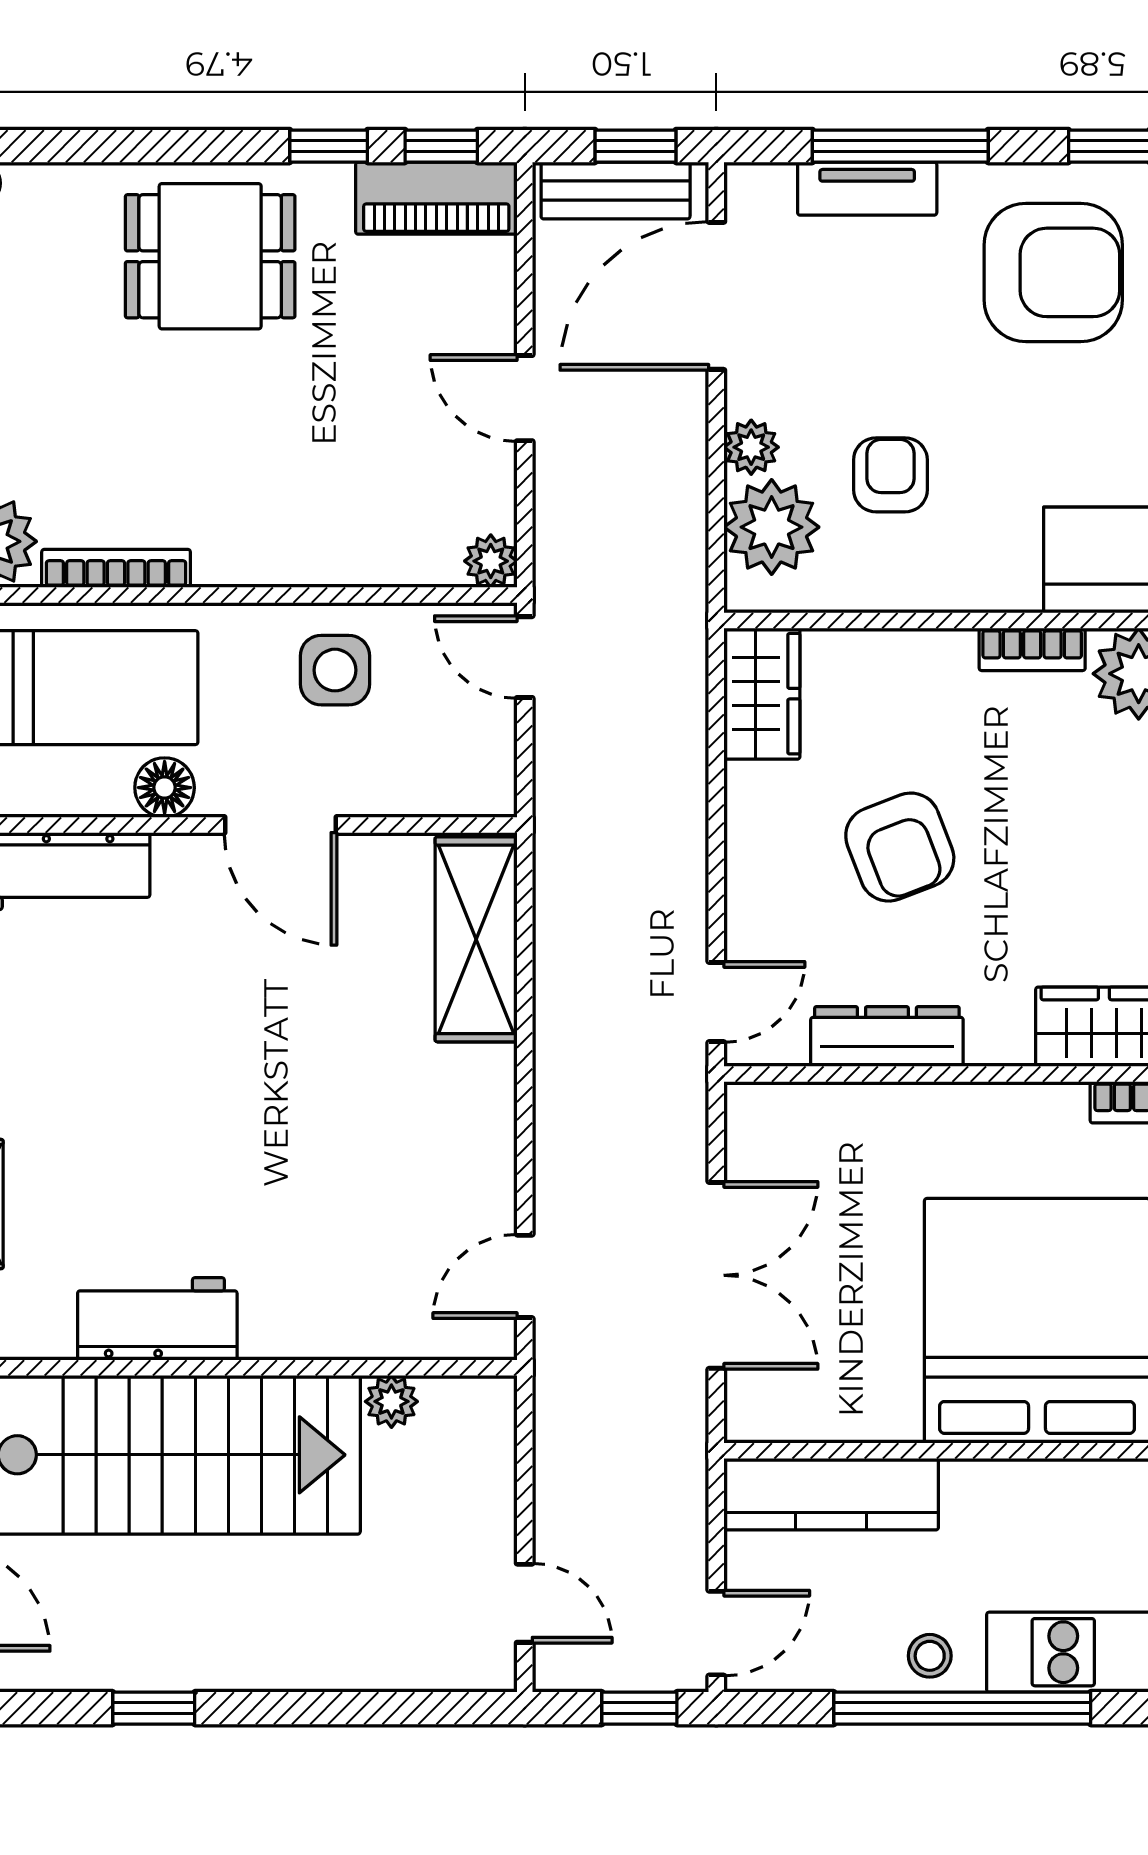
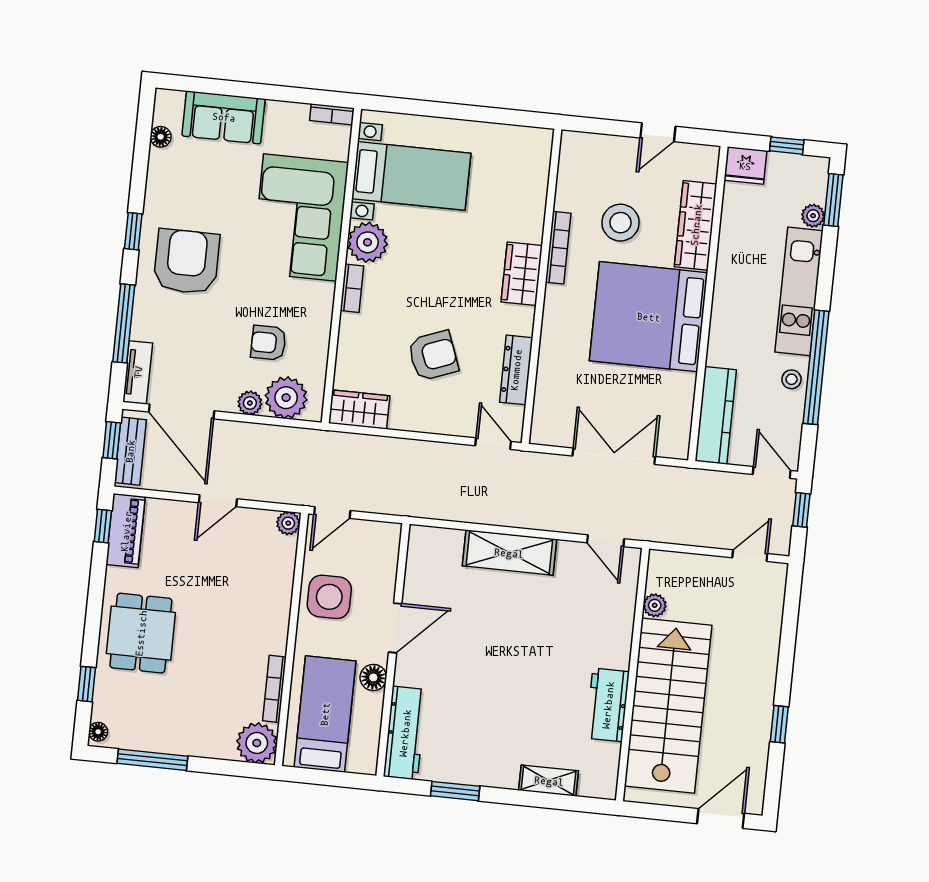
window: (329, 146) -> (86, 684), moved
tv unit: (867, 189) -> (138, 372), moved
side table: (335, 670) -> (329, 597), width x1.37, depth x1.37
shelving: (476, 939) -> (509, 553), moved

